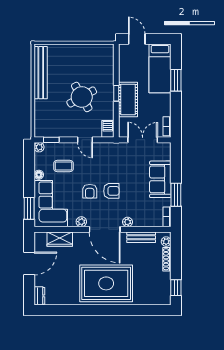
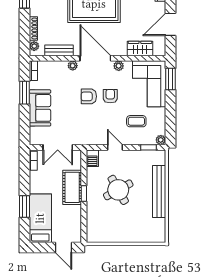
bench: (41, 73) -> (159, 192), moved
floor lamp: (39, 175) -> (161, 113), removed

